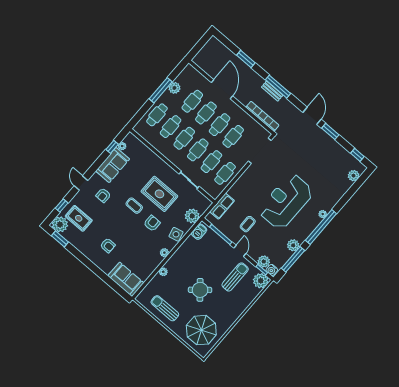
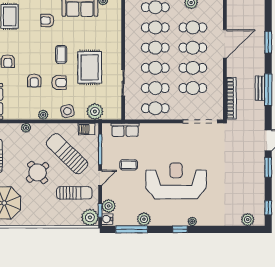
window: (321, 227) -> (180, 229), width x0.32
armchair: (136, 239) -> (34, 80), added
sun lounger: (205, 259) -> (67, 154), added

